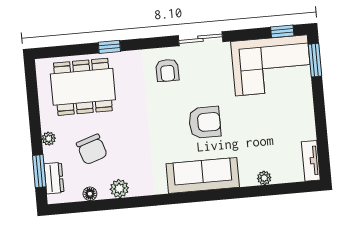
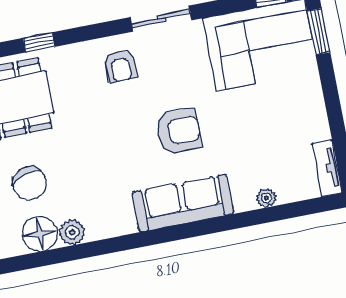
floor lamp: (90, 194) -> (40, 234), width x1.89, depth x1.89

